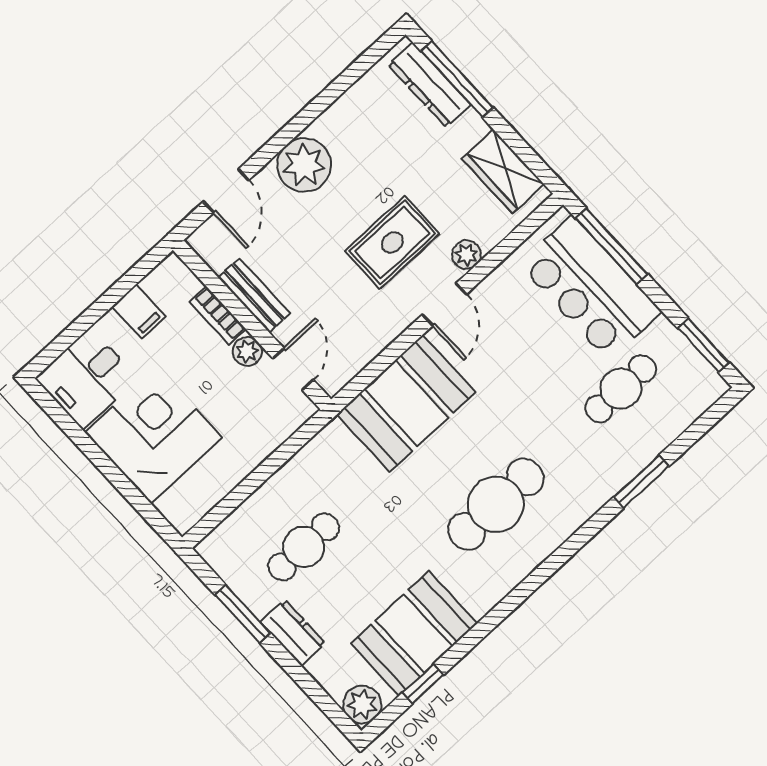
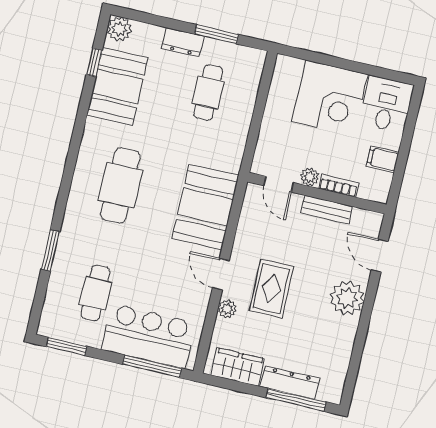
dresser: (429, 85) -> (290, 382), moved

